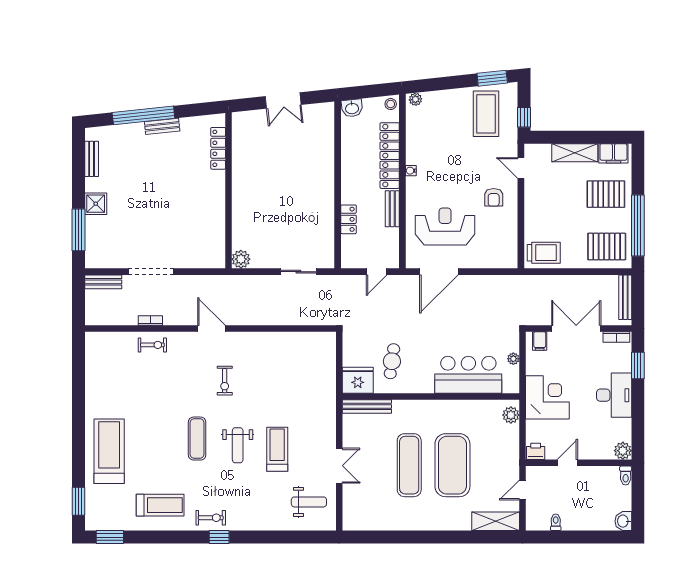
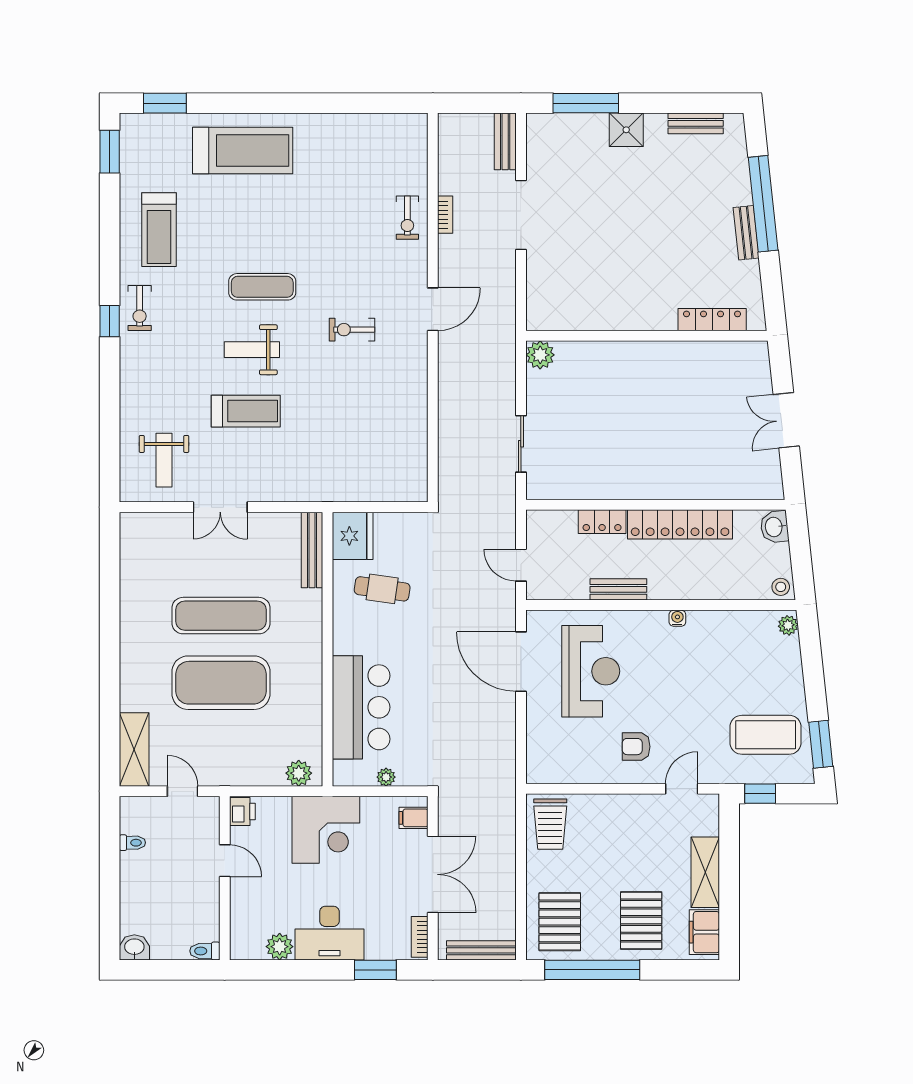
locker: (390, 156) -> (680, 524), moved, turned 180
plant: (623, 451) -> (280, 947), moved

